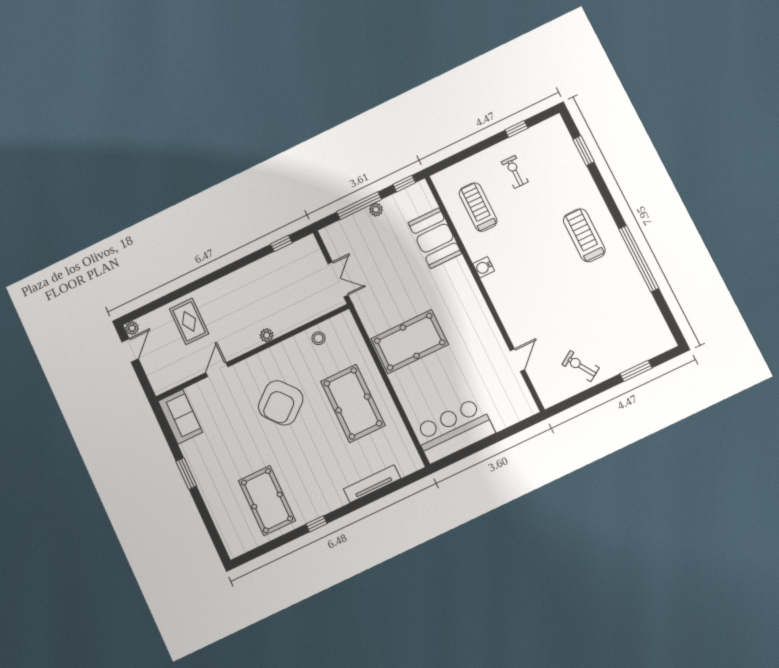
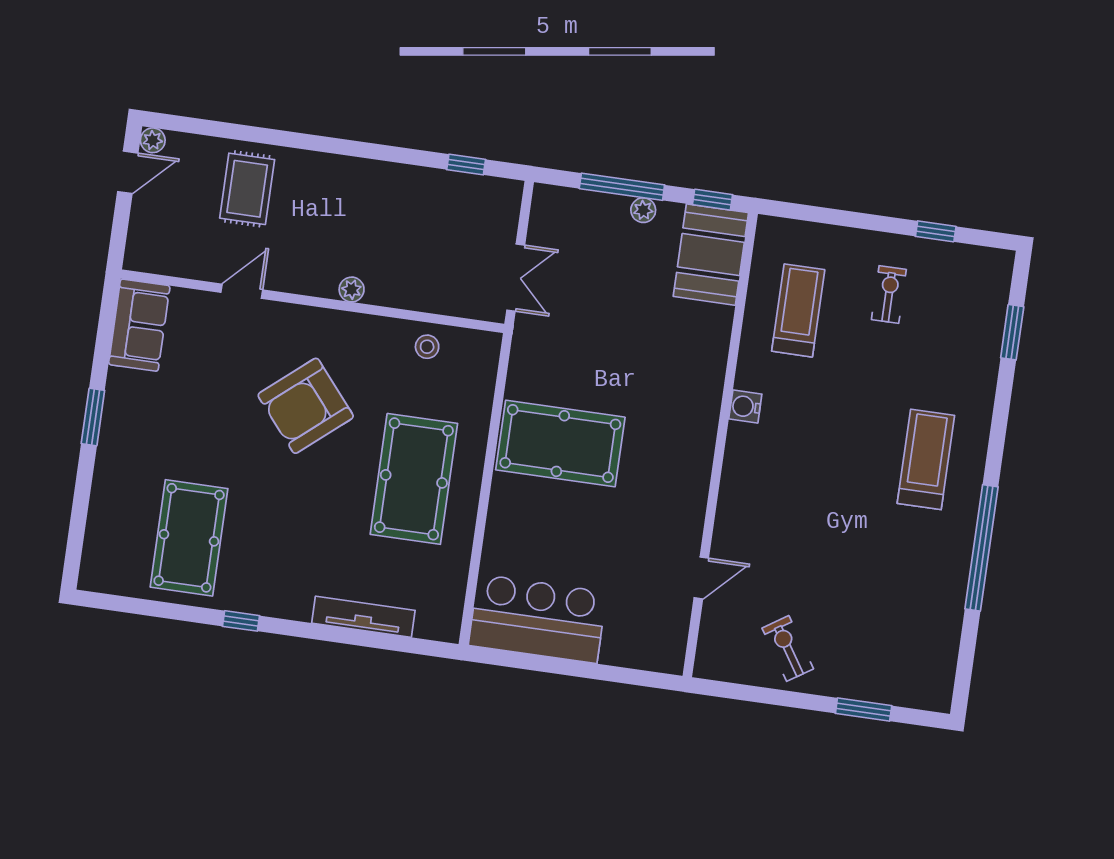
booth: (435, 238) -> (711, 255), moved

